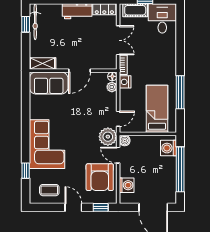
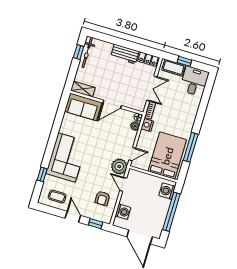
bed: (157, 109) -> (167, 156), width x1.50
boiler: (125, 141) -> (132, 174), removed
armchair: (100, 177) -> (102, 198), width x0.53, depth x0.53

